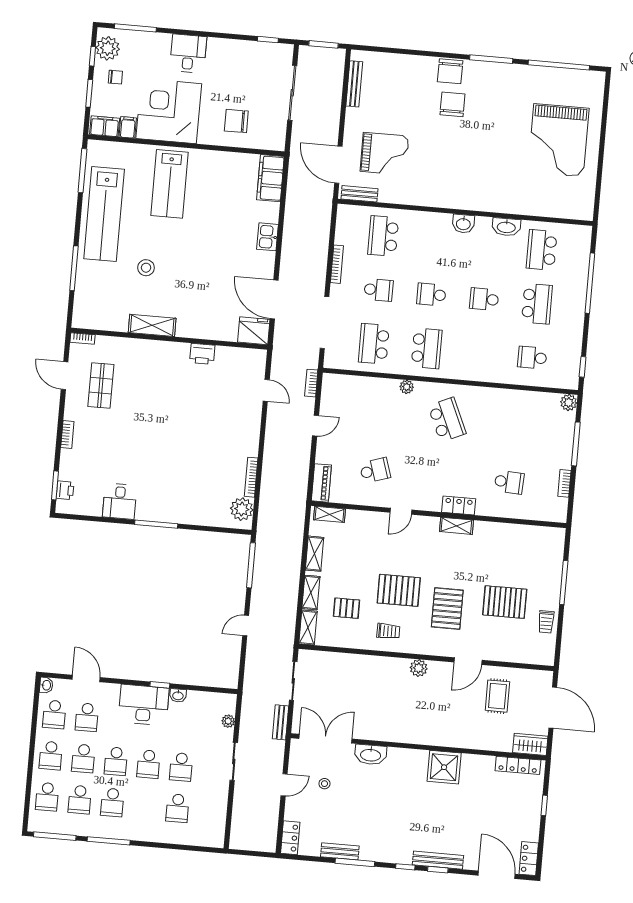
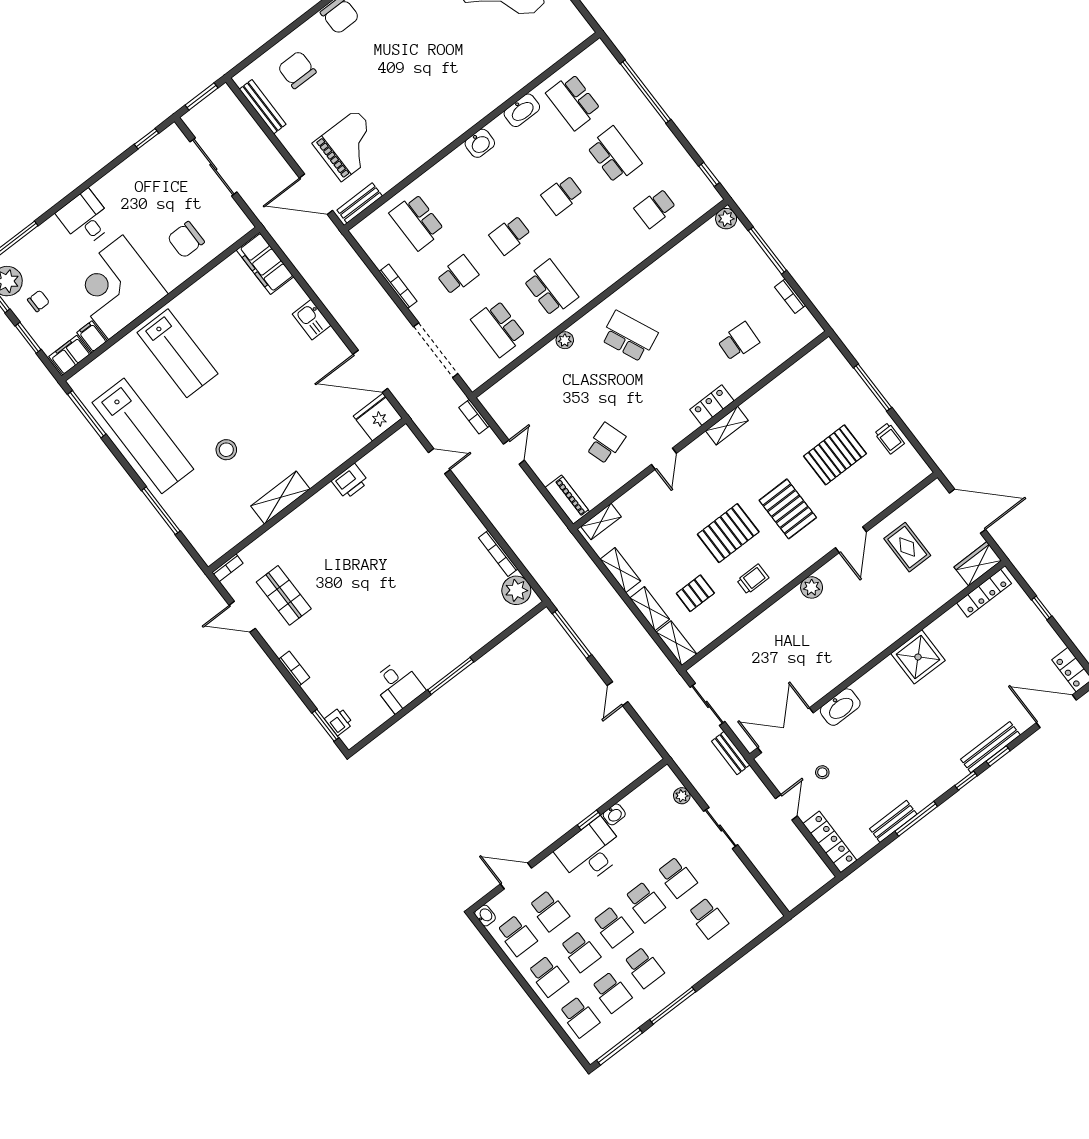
chair: (452, 104) -> (297, 70), moved
locker: (290, 838) -> (830, 842), width x1.53

